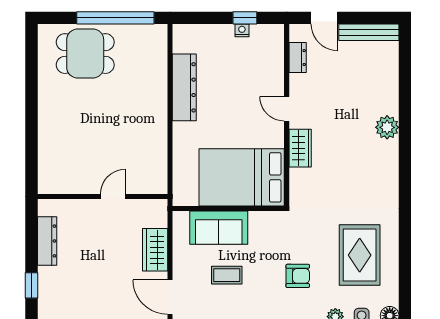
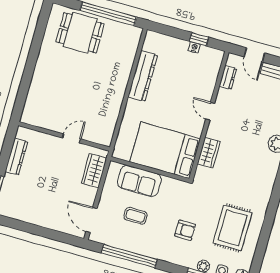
wardrobe: (300, 148) -> (209, 153), moved
wardrobe: (155, 250) -> (94, 171), moved

